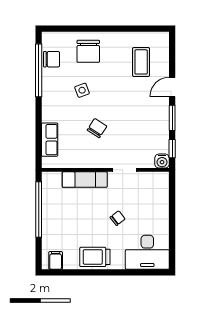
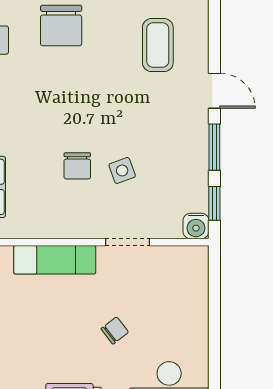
door: (172, 87) -> (214, 91), swing flipped
side table: (82, 90) -> (122, 170), moved
chair: (97, 128) -> (77, 166), turned 147

